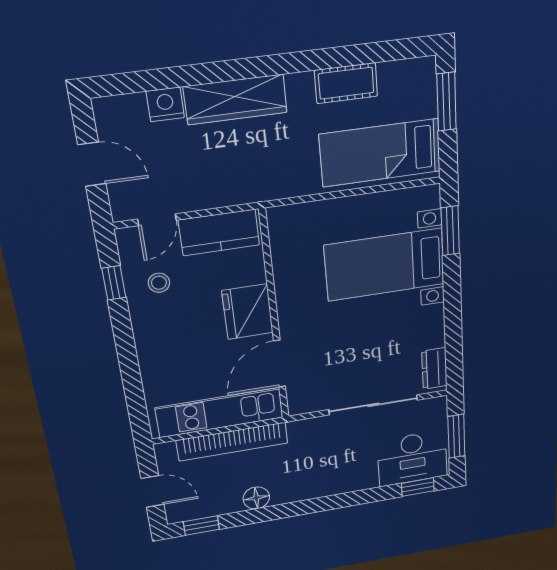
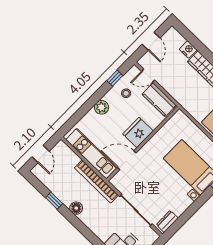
plant: (151, 343) -> (102, 107), added
bookcase: (232, 442) -> (96, 181), moved
floor lamp: (256, 498) -> (76, 208), moved
window: (201, 526) -> (54, 201), moved

